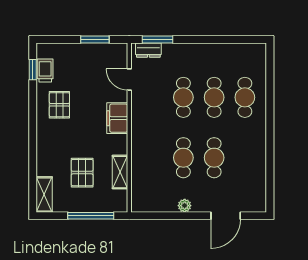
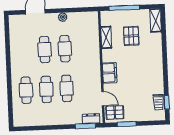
pallet: (59, 105) -> (115, 112), moved, turned 90

